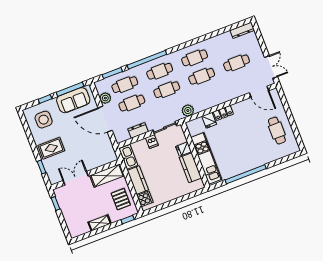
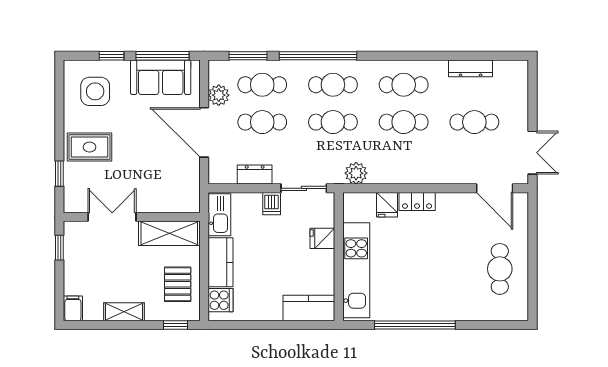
dresser: (242, 30) -> (471, 68), moved
kitchen counter: (190, 168) -> (309, 308), moved, turned 90
filing cabinet: (74, 231) -> (73, 308), added

